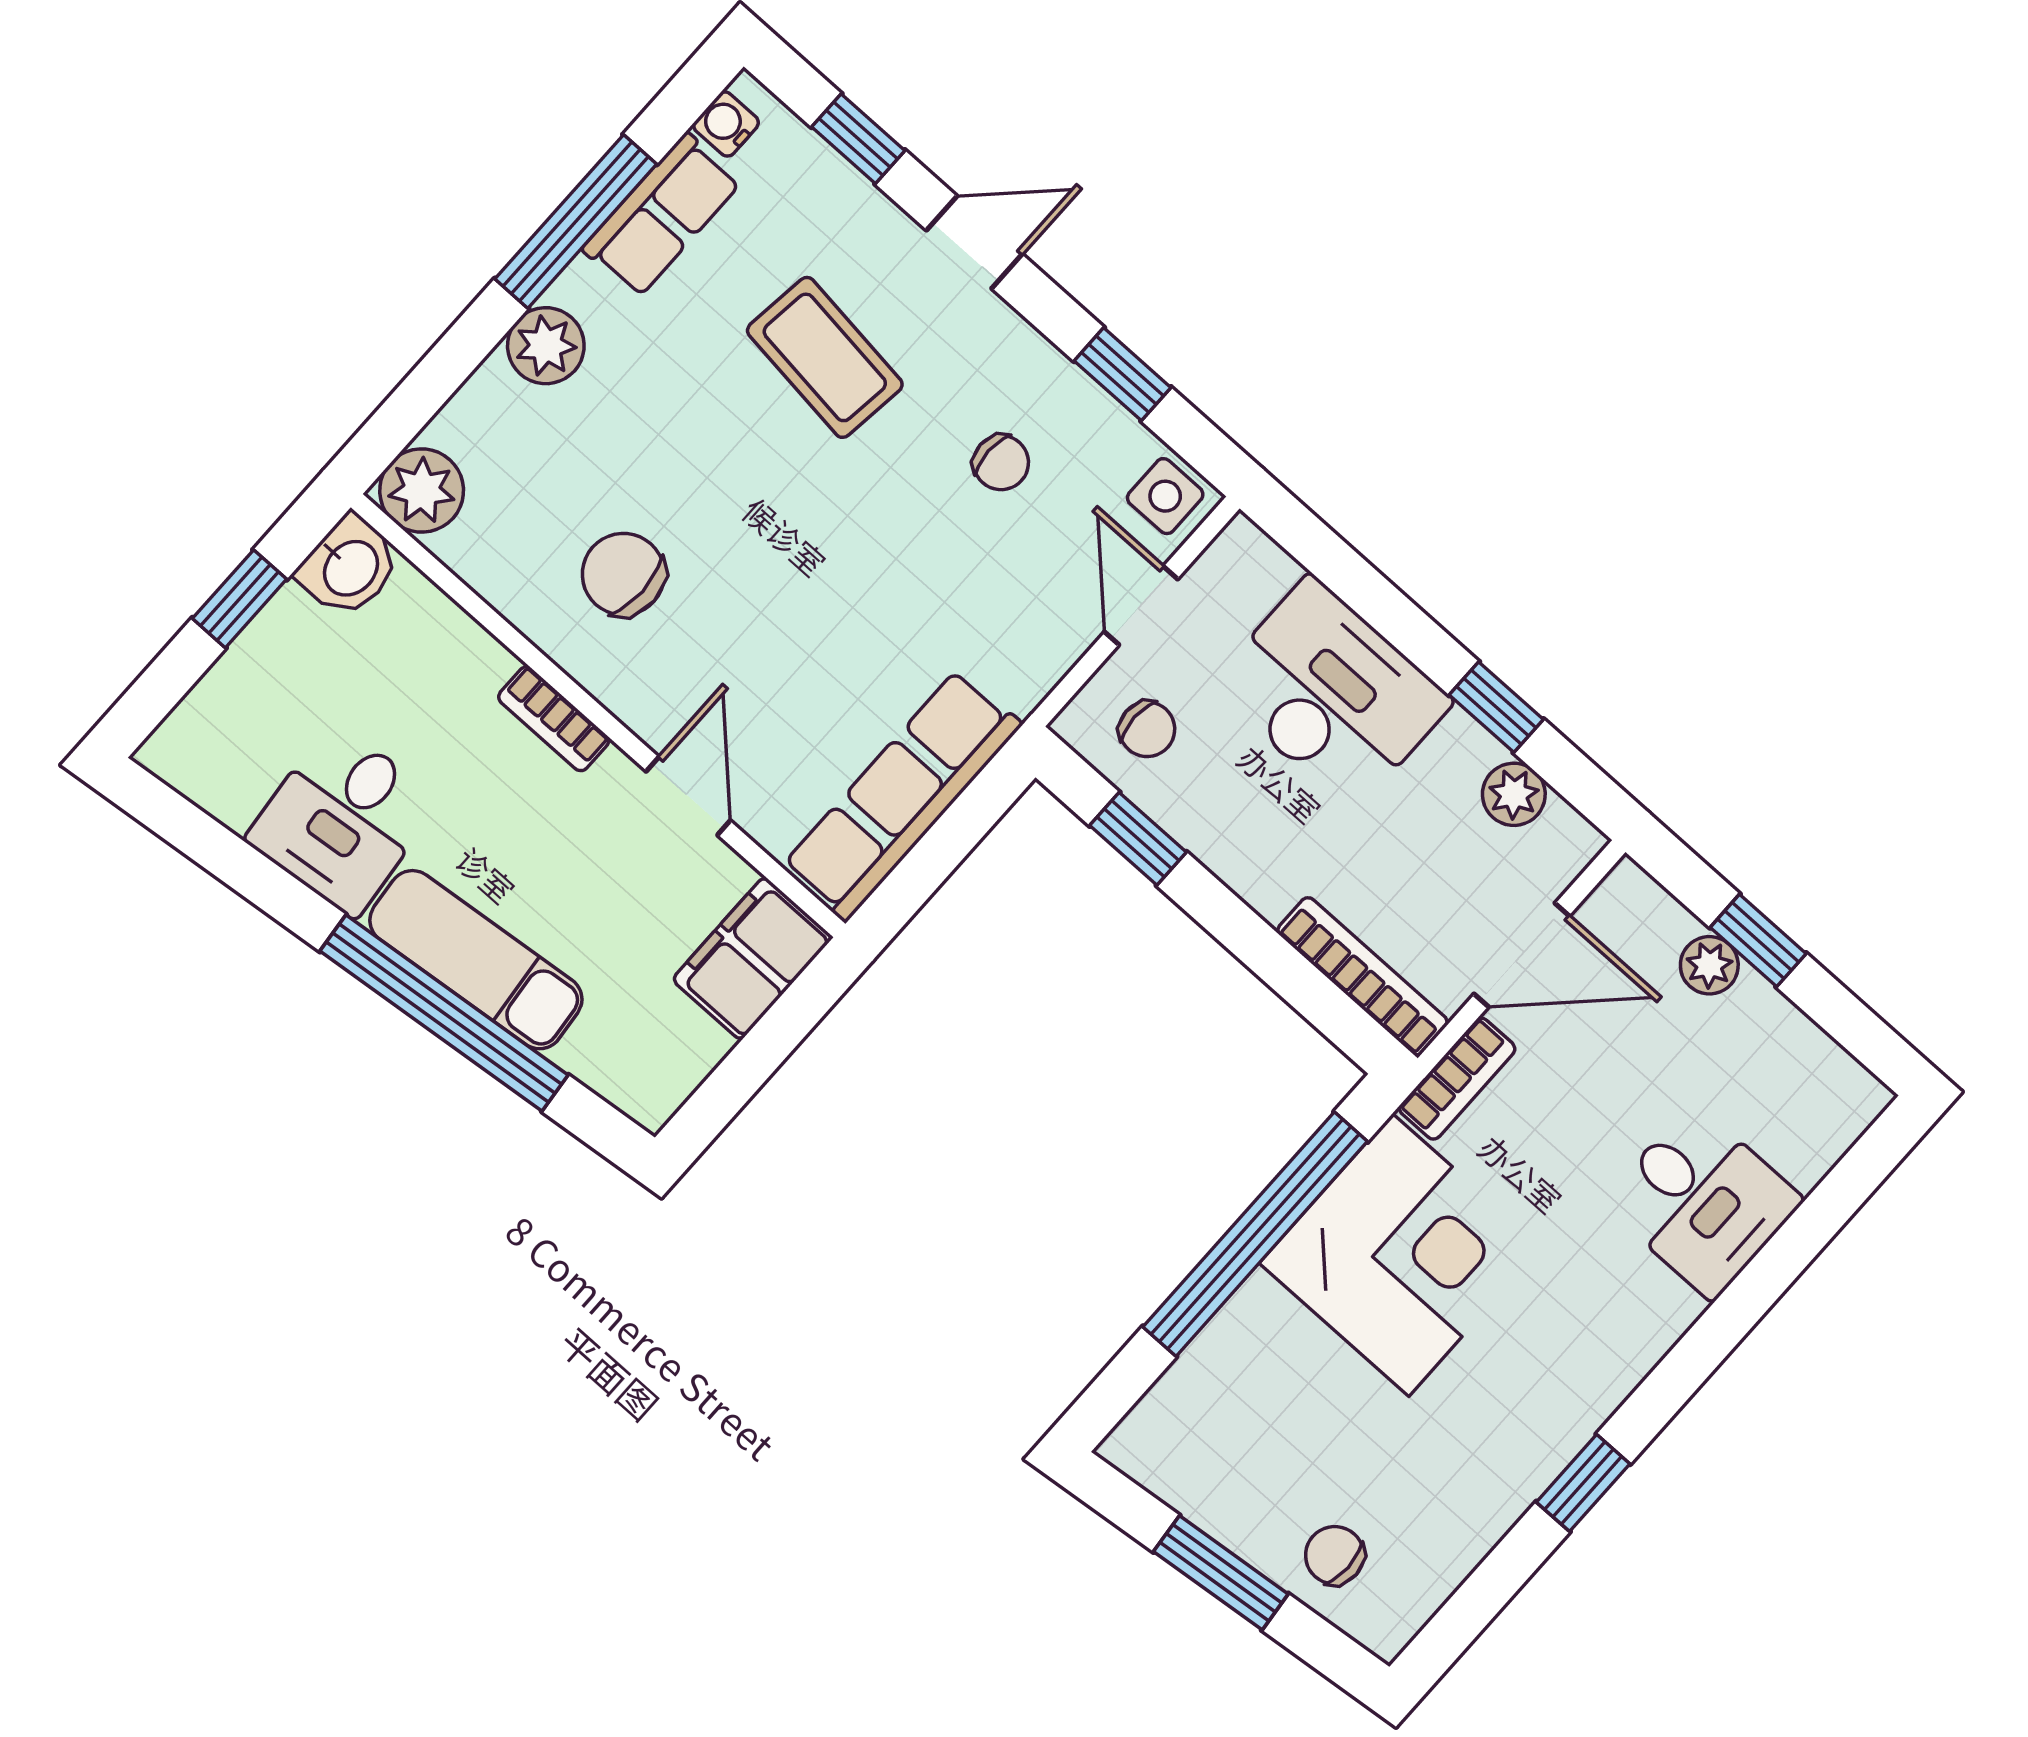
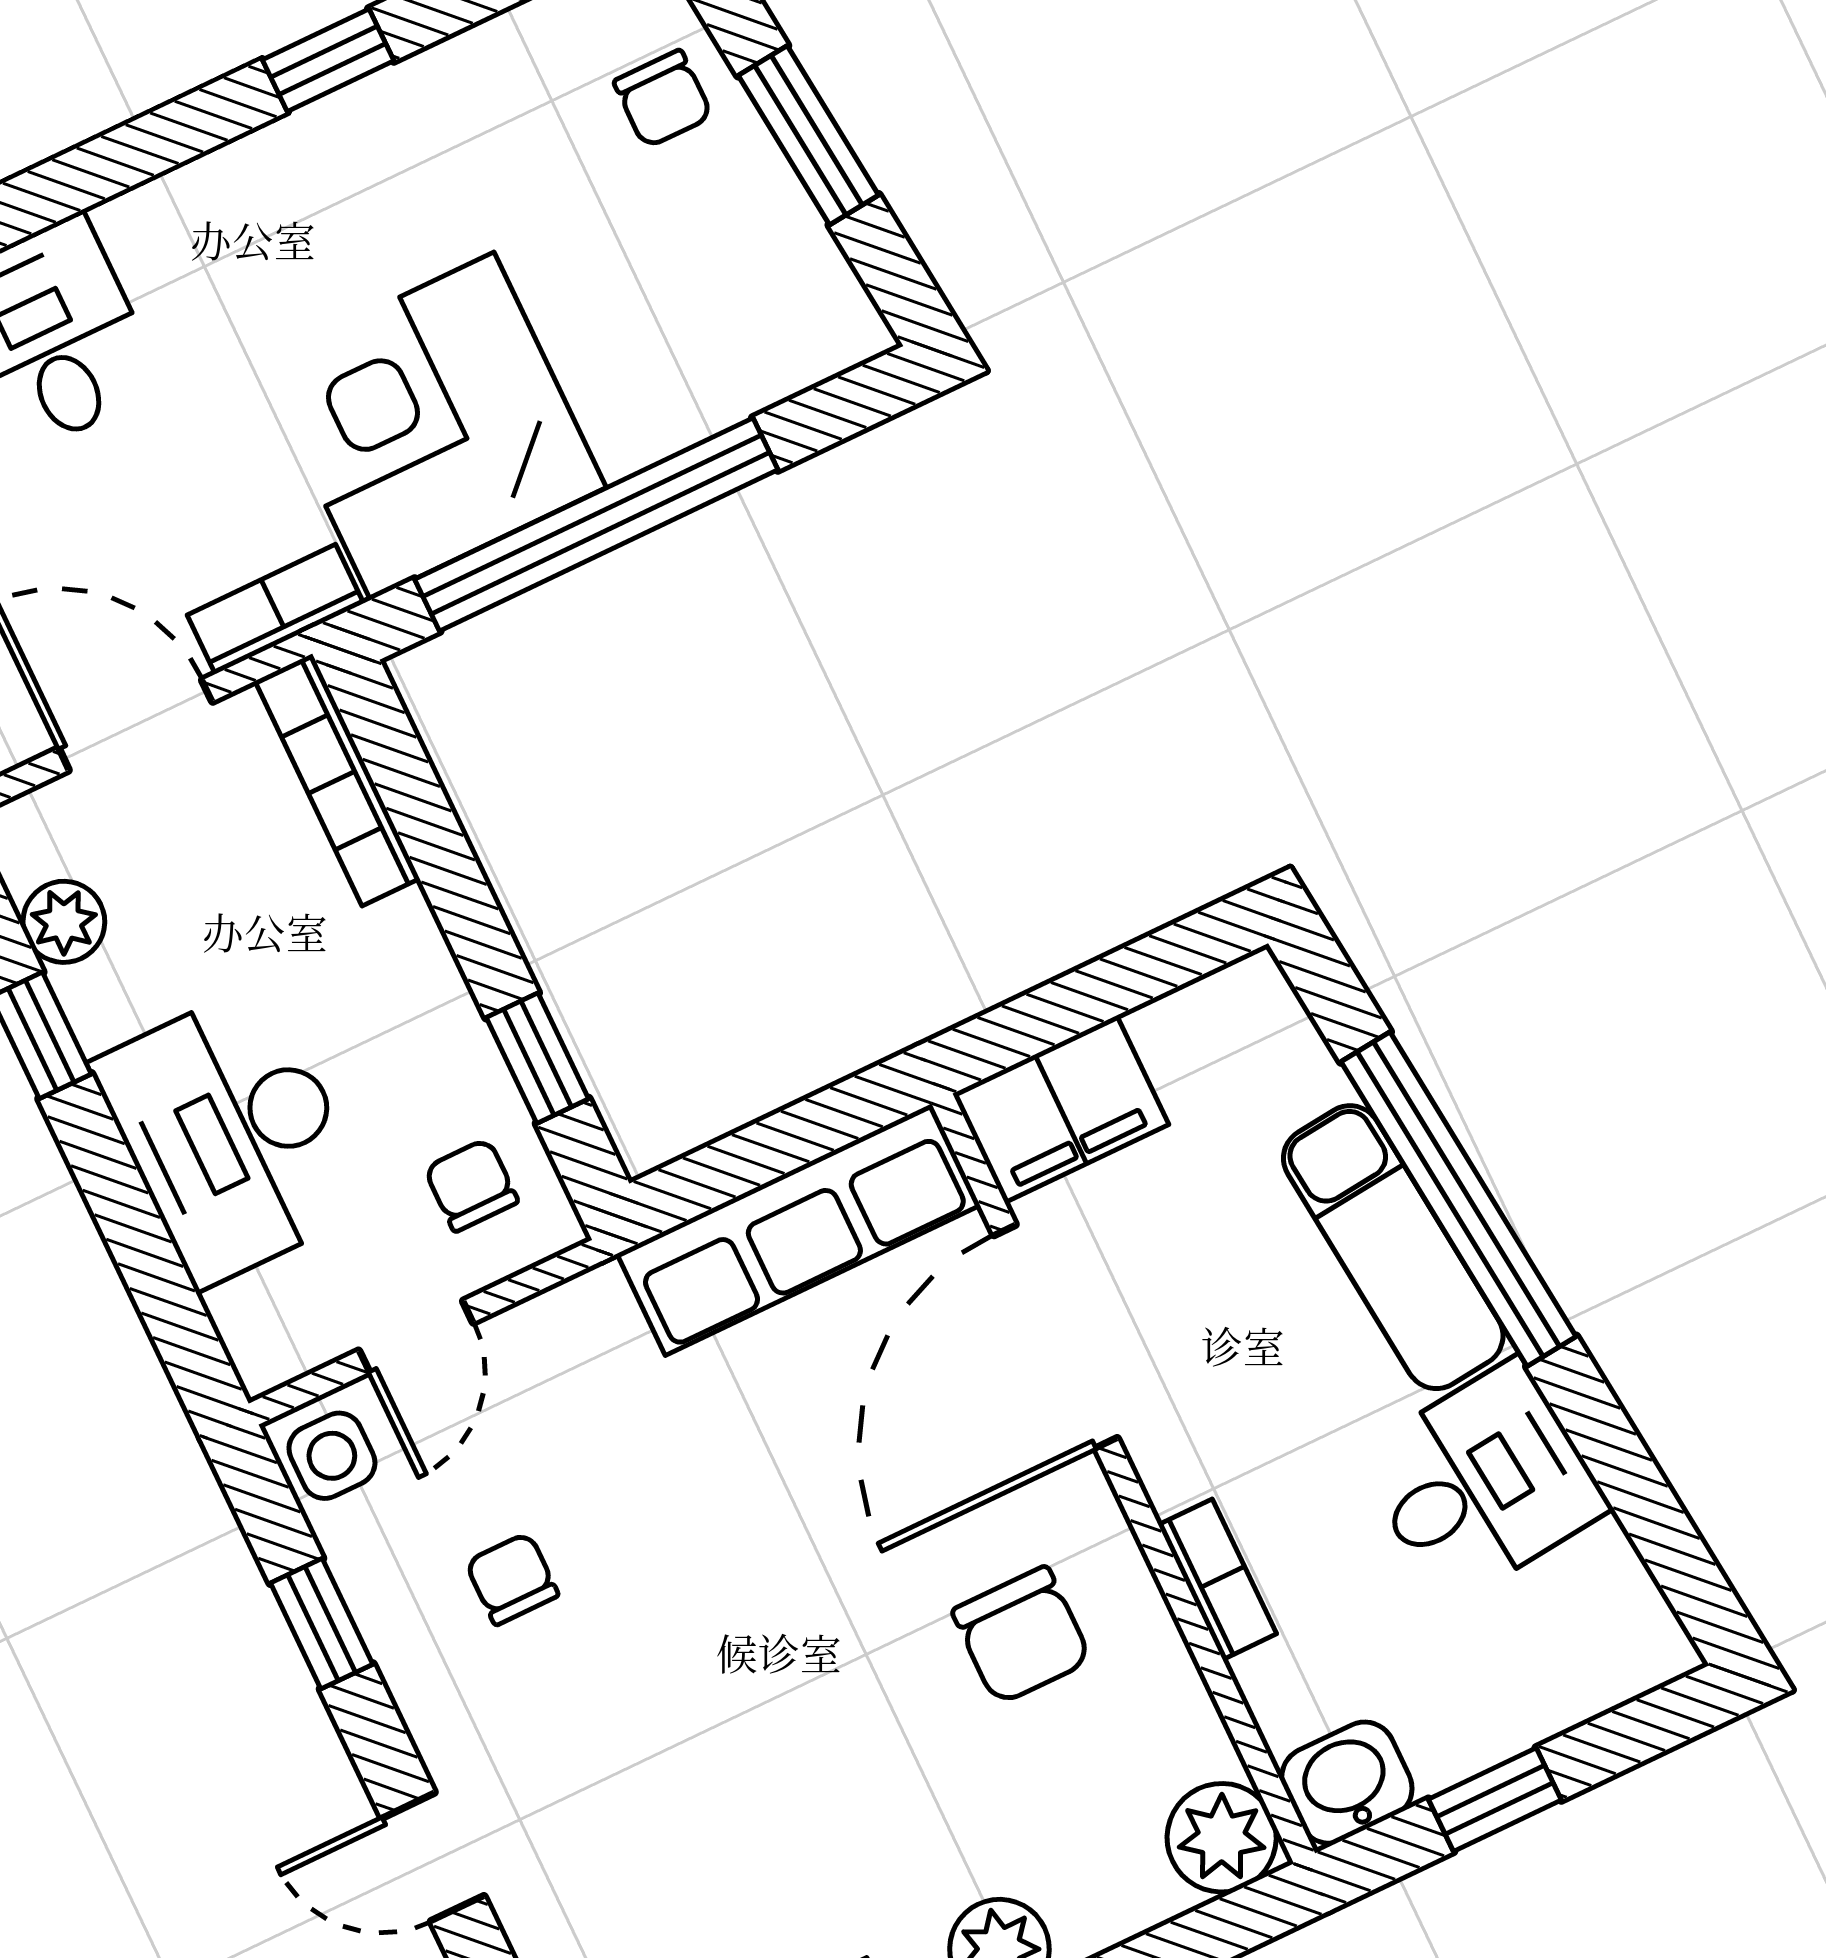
coffee table: (825, 357) -> (670, 1794), removed
bookcase: (554, 719) -> (1217, 1579), moved
door: (688, 796) -> (1056, 1337), width x1.88

